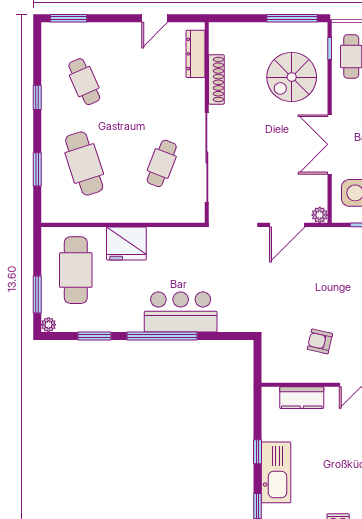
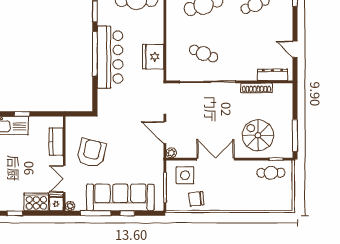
fridge: (126, 244) -> (153, 57), moved
bar counter: (181, 312) -> (110, 57), width x1.36
armchair: (320, 341) -> (92, 153), width x1.88, depth x1.88

